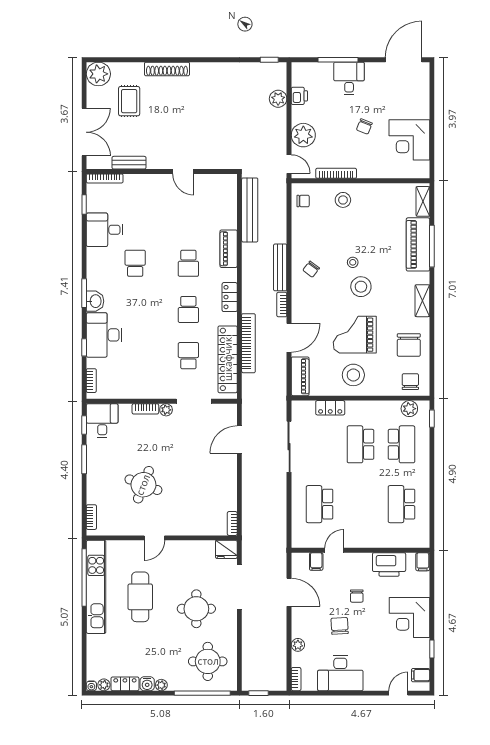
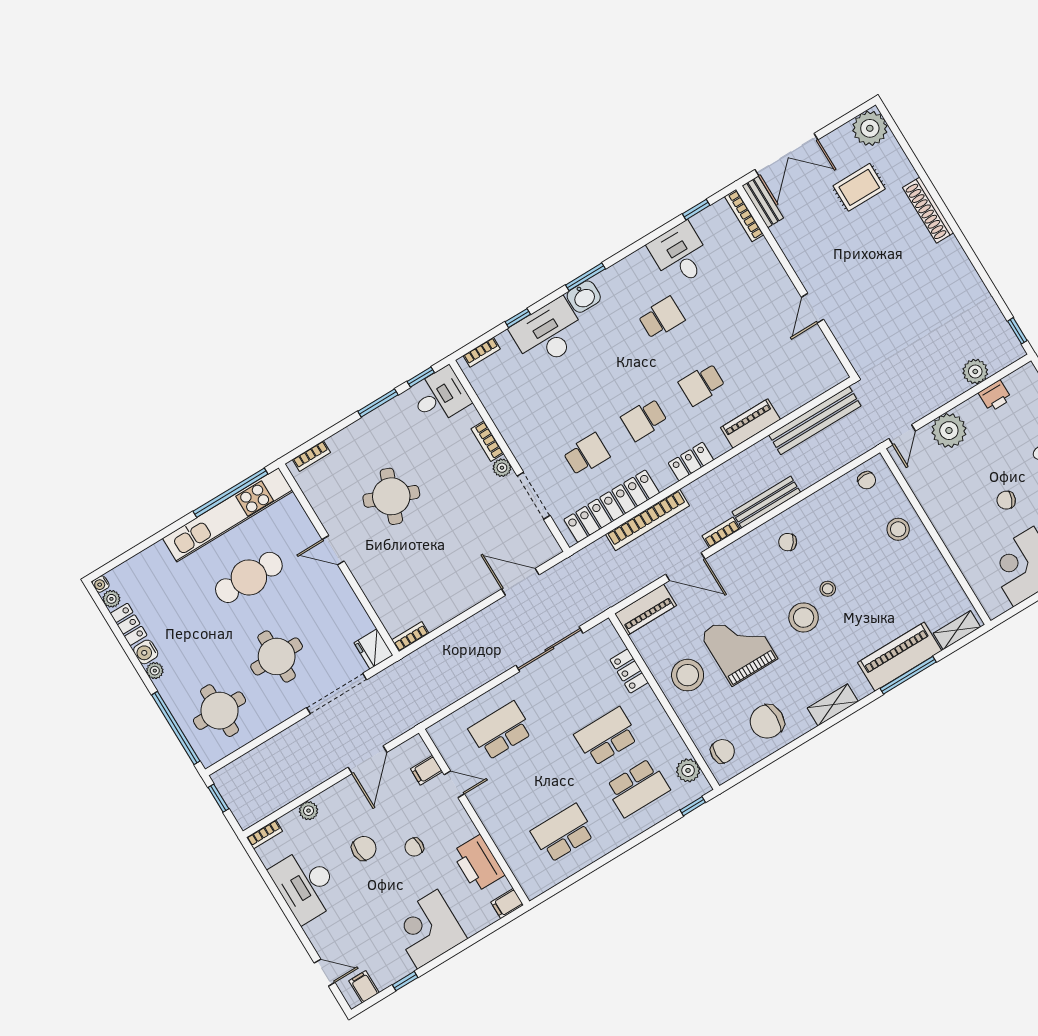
bench: (129, 163) -> (763, 202), moved
bookcase: (336, 173) -> (926, 500), removed

